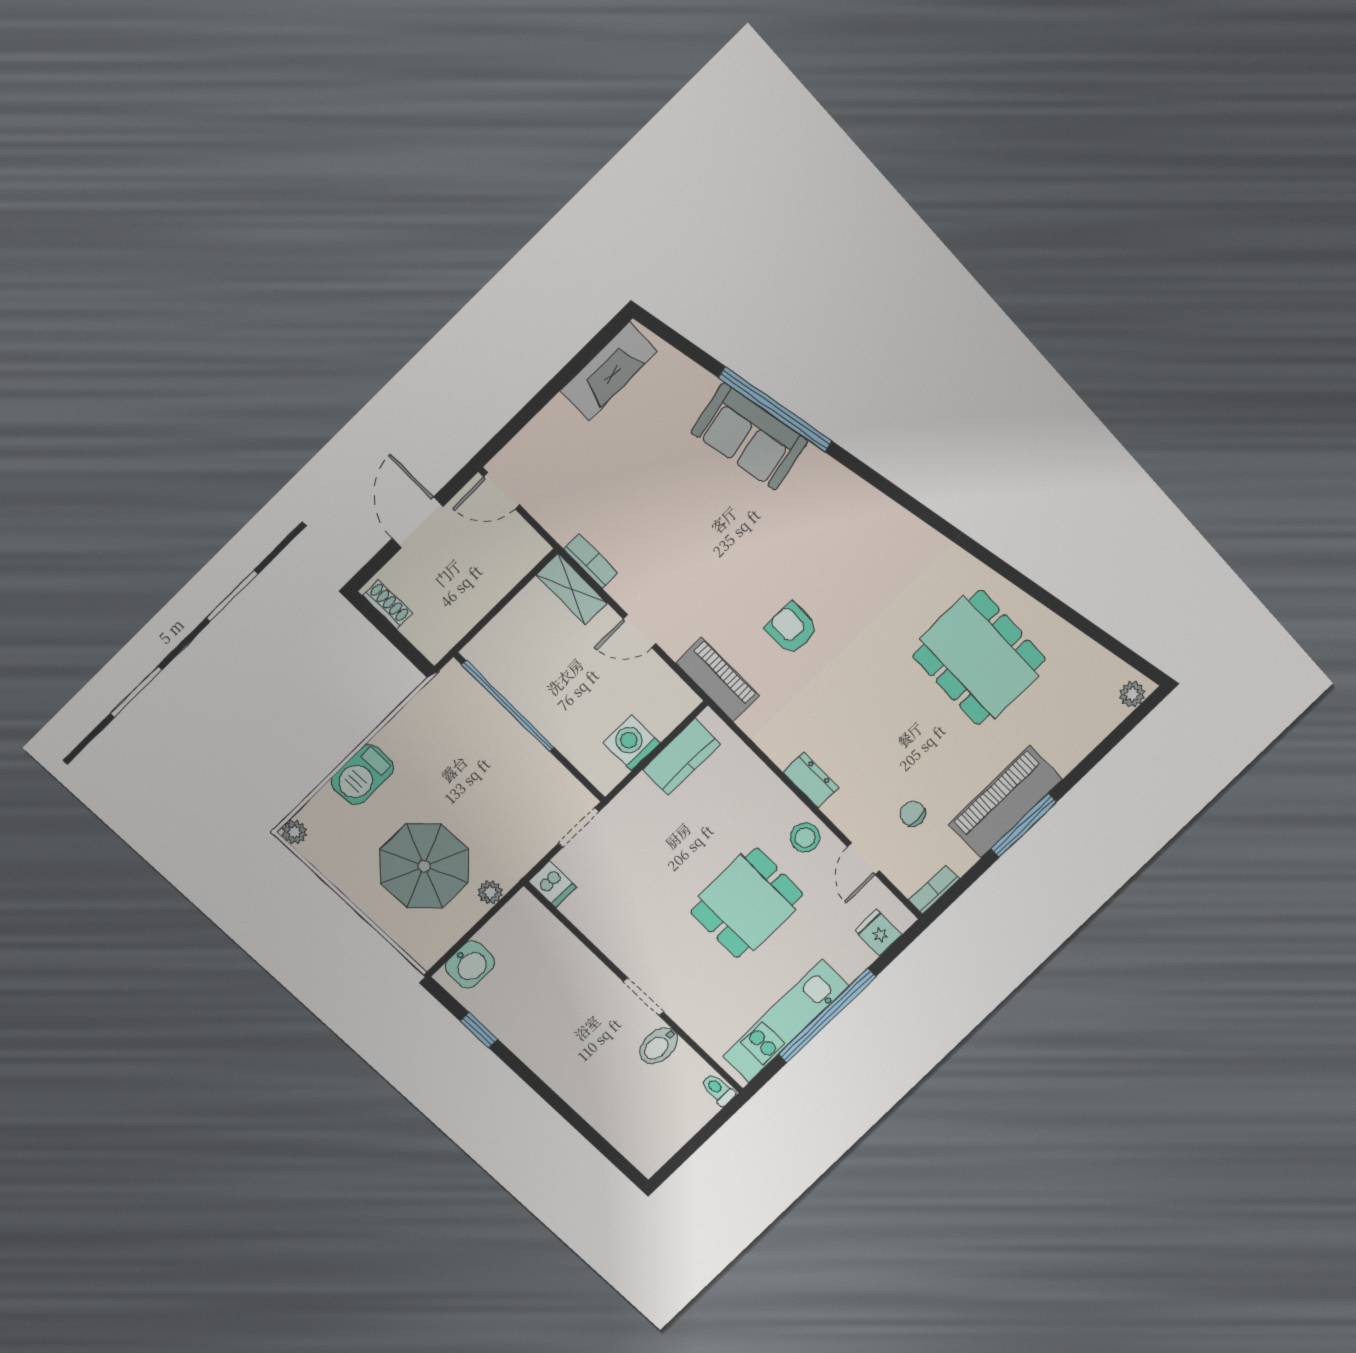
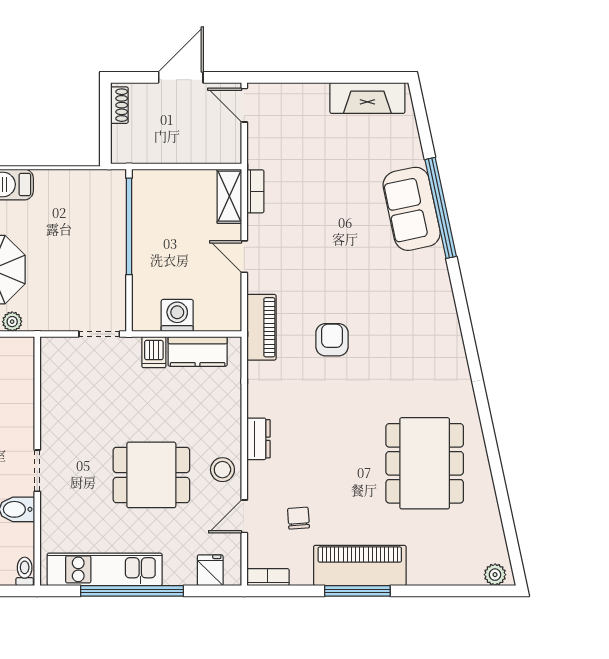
dishwasher: (553, 884) -> (154, 352), moved

